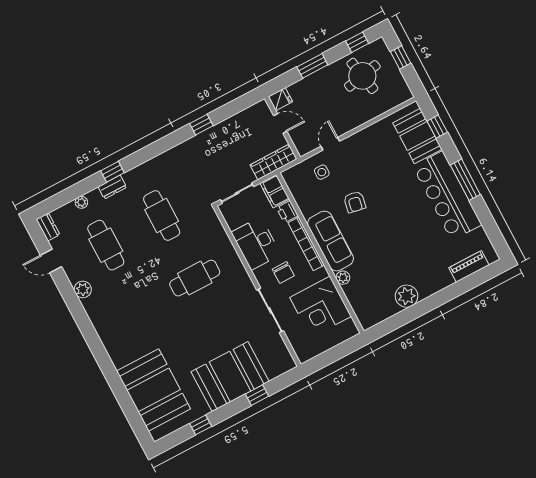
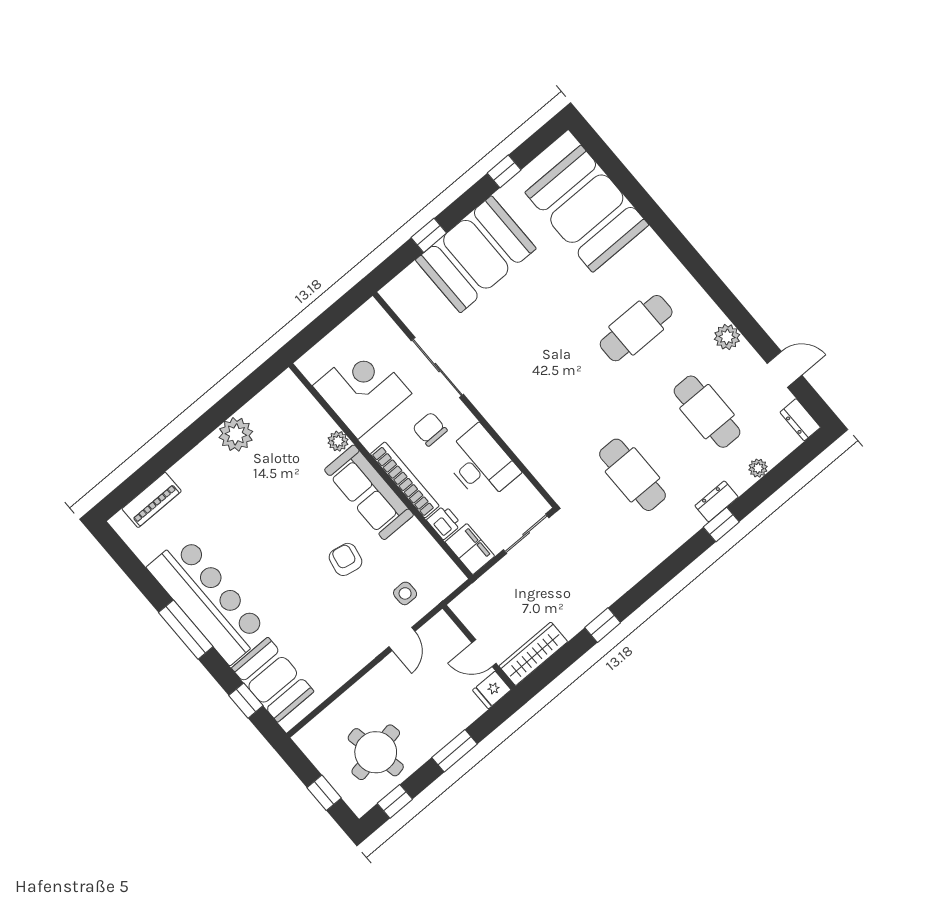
wardrobe: (273, 162) -> (533, 654), moved, turned 180
cafe table: (195, 278) -> (636, 328), moved

